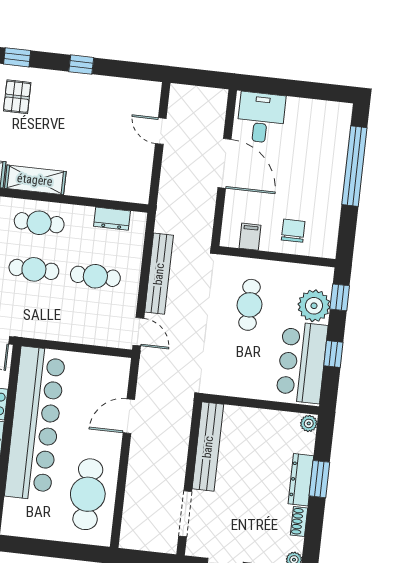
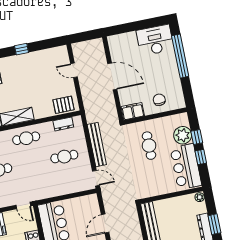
desk: (261, 118) -> (155, 40), moved, width x1.37
pallet: (123, 185) -> (64, 105), added
filing cabinet: (250, 237) -> (133, 111), width x2.00
cafe table: (34, 269) -> (31, 163), removed
window: (340, 297) -> (197, 137), moved

